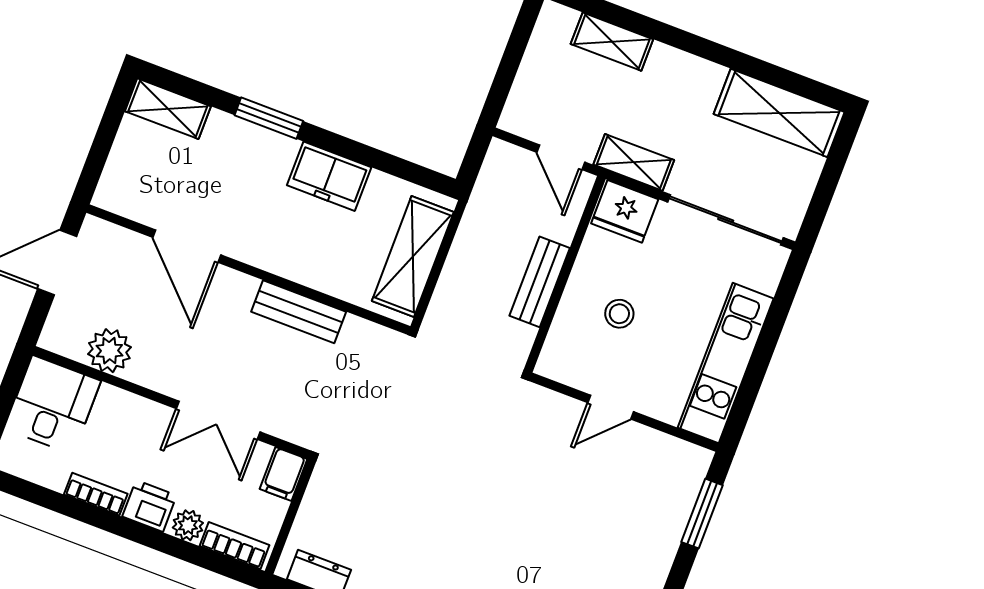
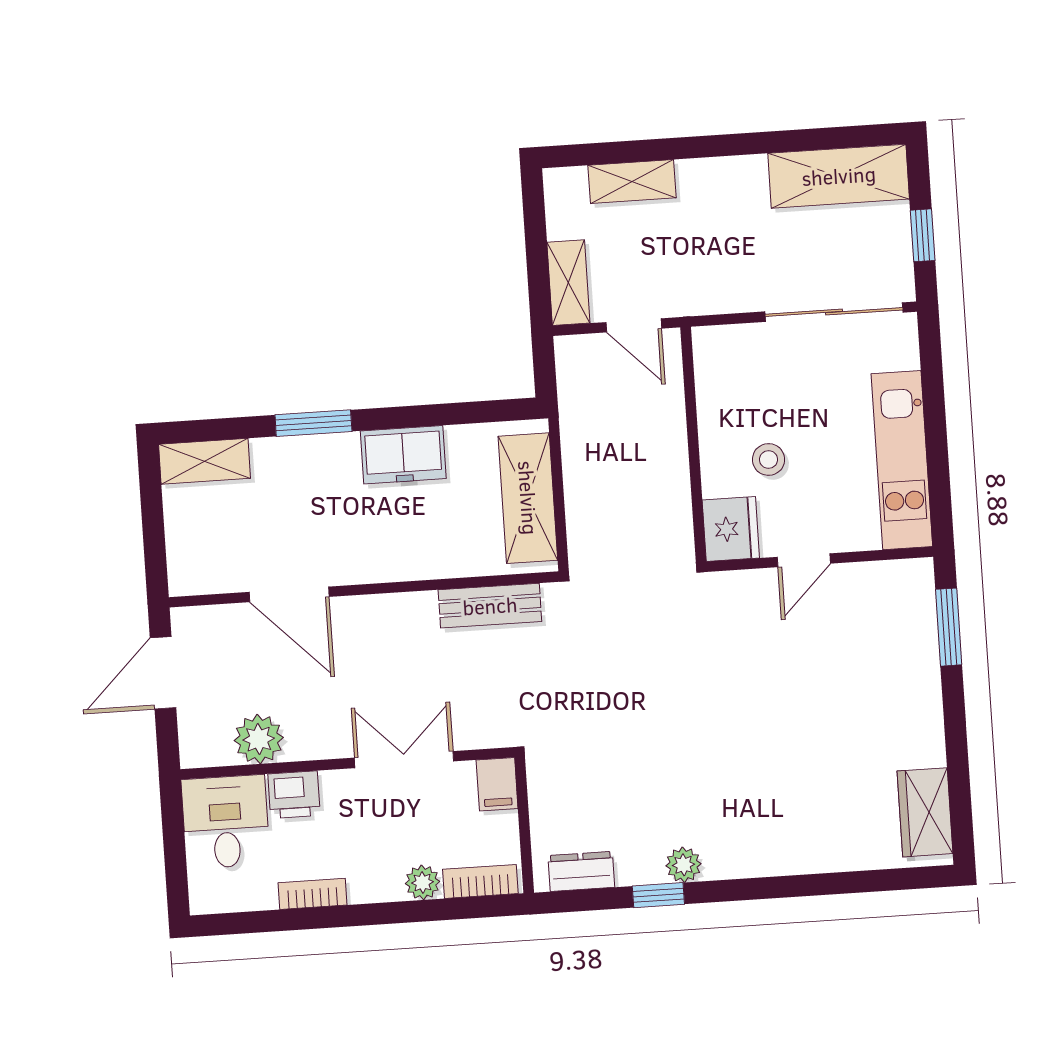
shelving: (634, 162) -> (568, 283), moved, turned 90
window: (825, 191) -> (923, 235), added
fridge: (625, 211) -> (731, 529), moved, turned -90
bench: (540, 282) -> (671, 464), removed
bench: (299, 312) -> (490, 606), moved
double door: (218, 420) -> (404, 760), swing flipped
printer: (149, 506) -> (294, 795), moved, turned 180

